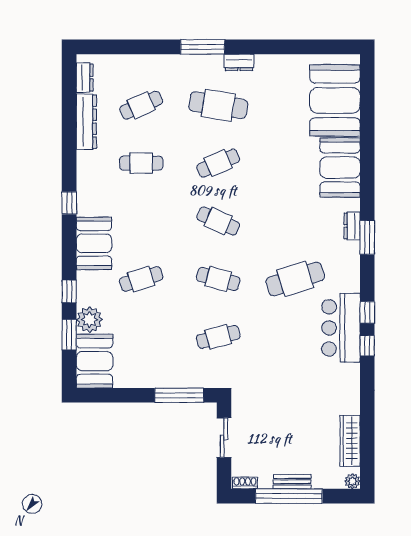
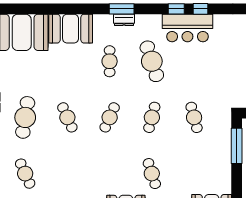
cafe table: (141, 163) -> (110, 61), moved
dresser: (352, 226) -> (124, 20), moved

